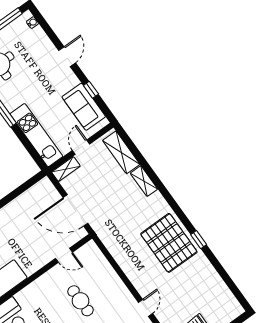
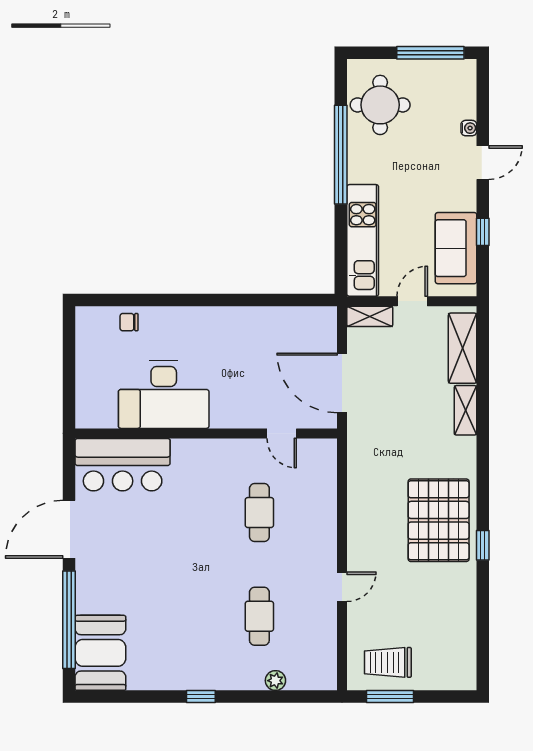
water cooler: (32, 23) -> (469, 128), moved

